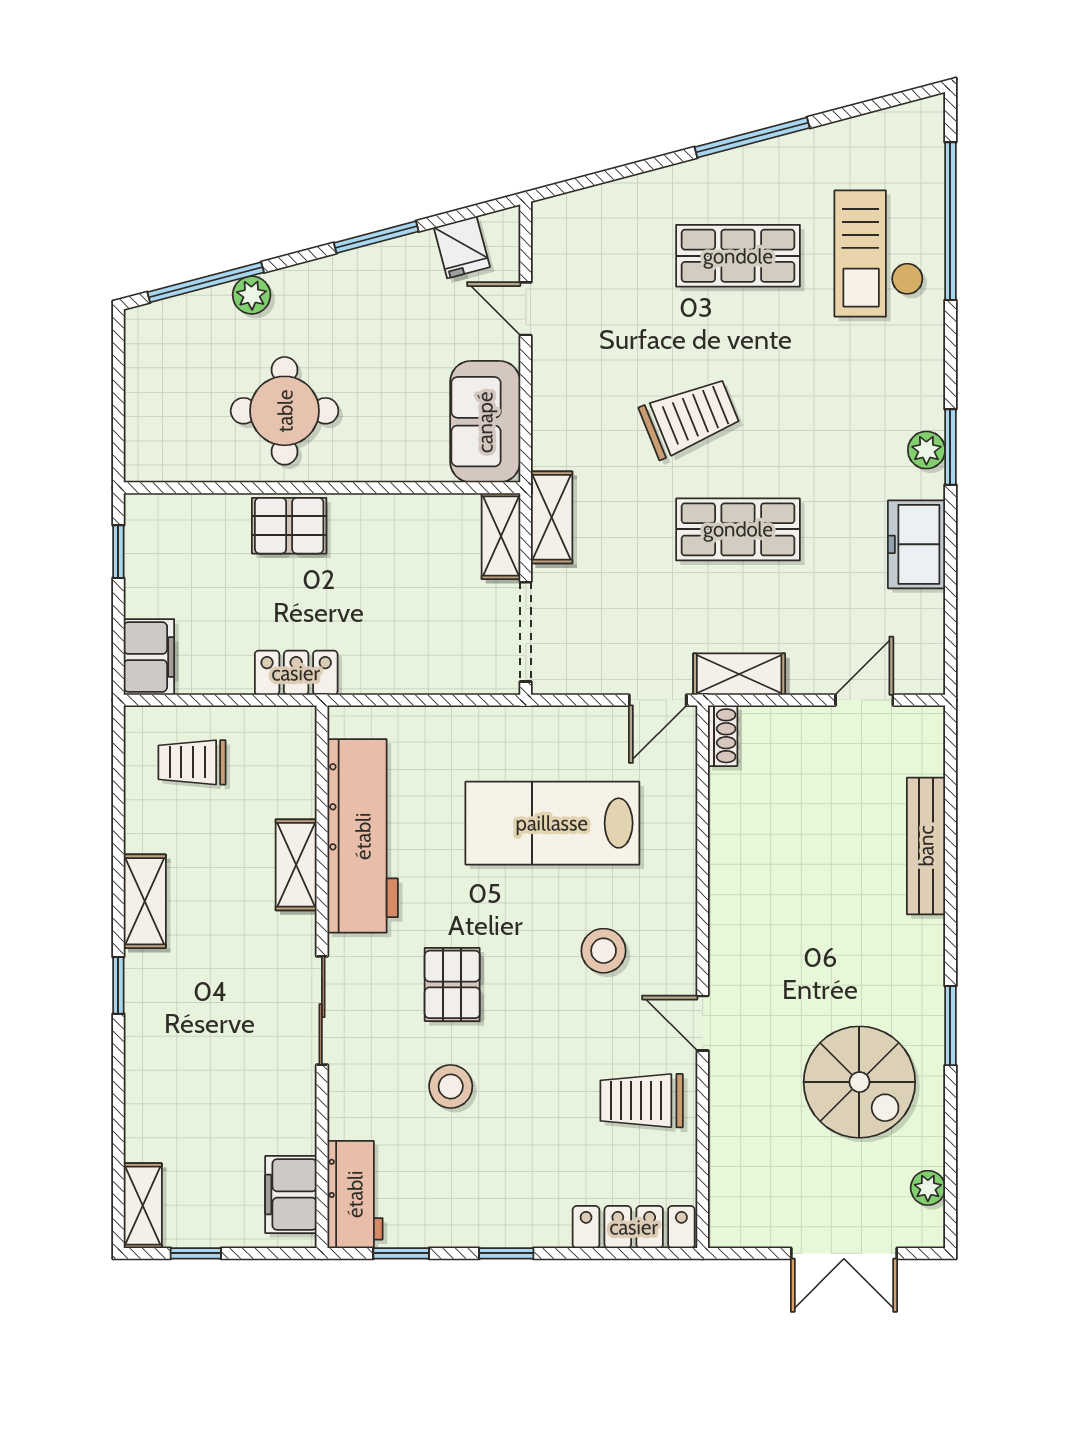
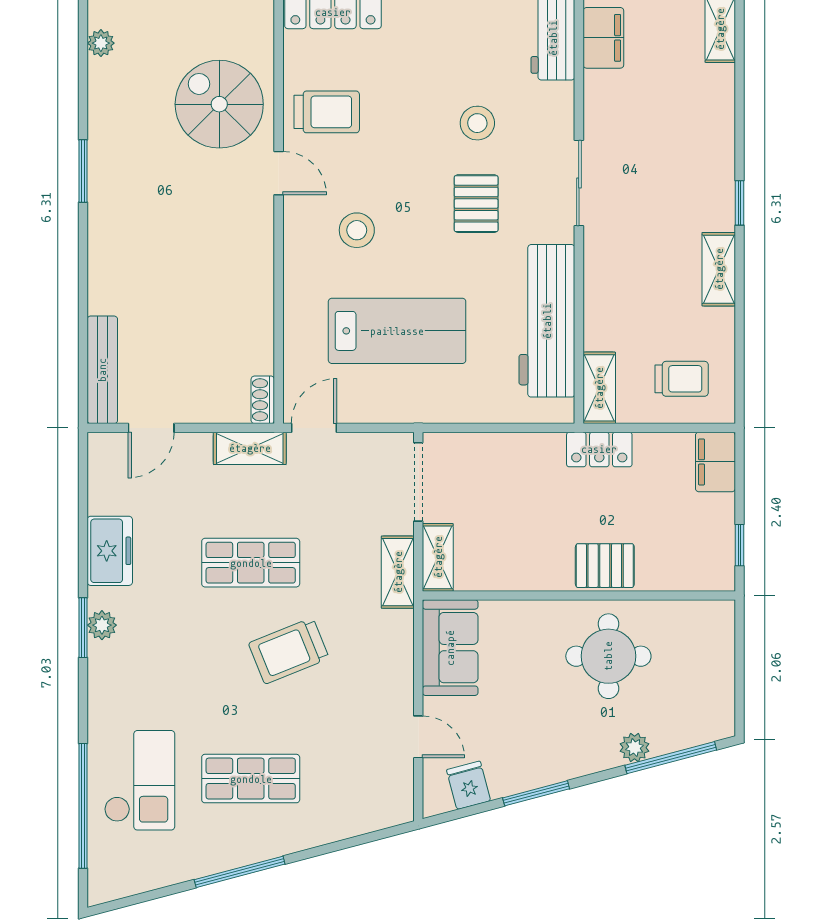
bench: (926, 846) -> (102, 370), moved
shelving: (296, 865) -> (599, 388), moved
spiral stairs: (859, 1082) -> (219, 104), moved

